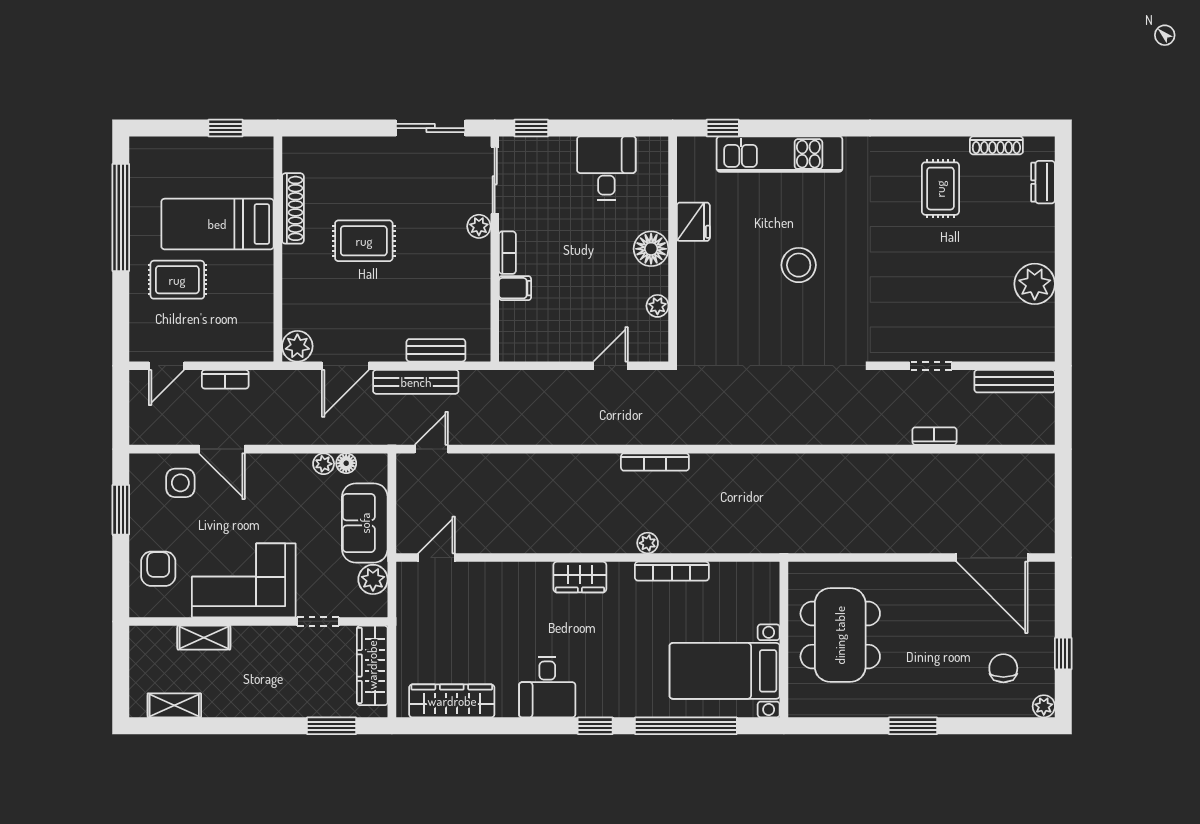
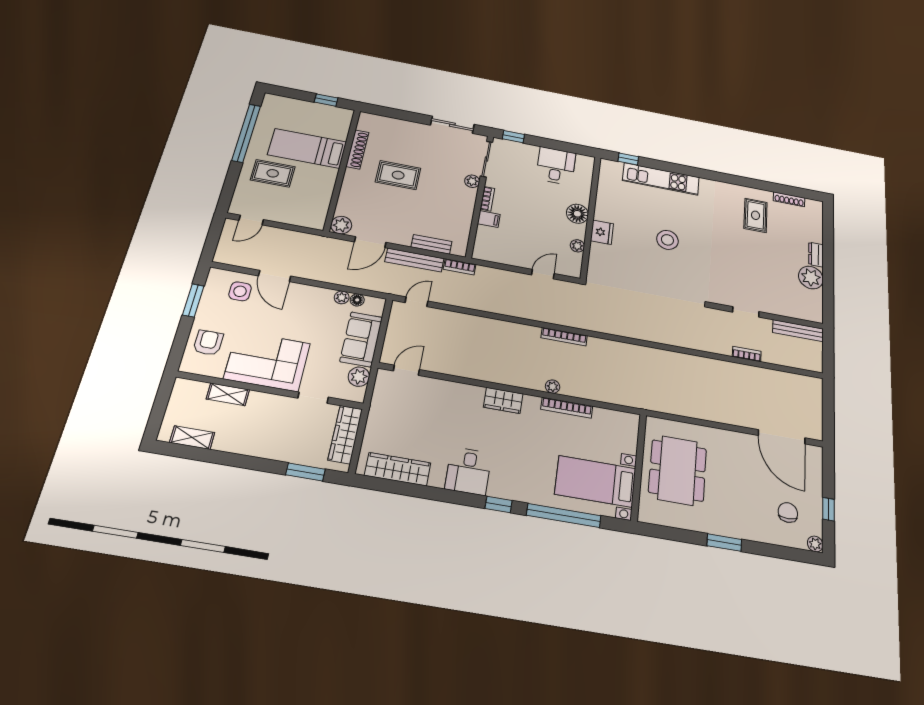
dresser: (1043, 182) -> (816, 255), moved
fridge: (693, 222) -> (602, 232), moved
bookcase: (225, 379) -> (460, 267), moved

